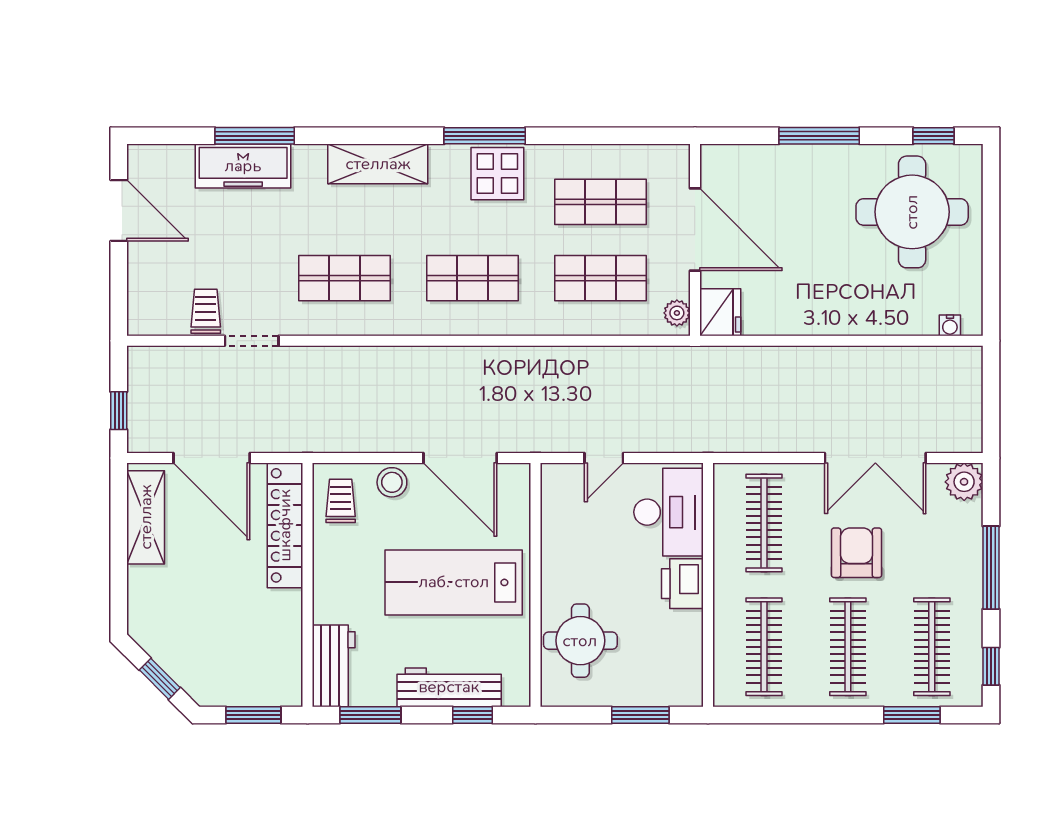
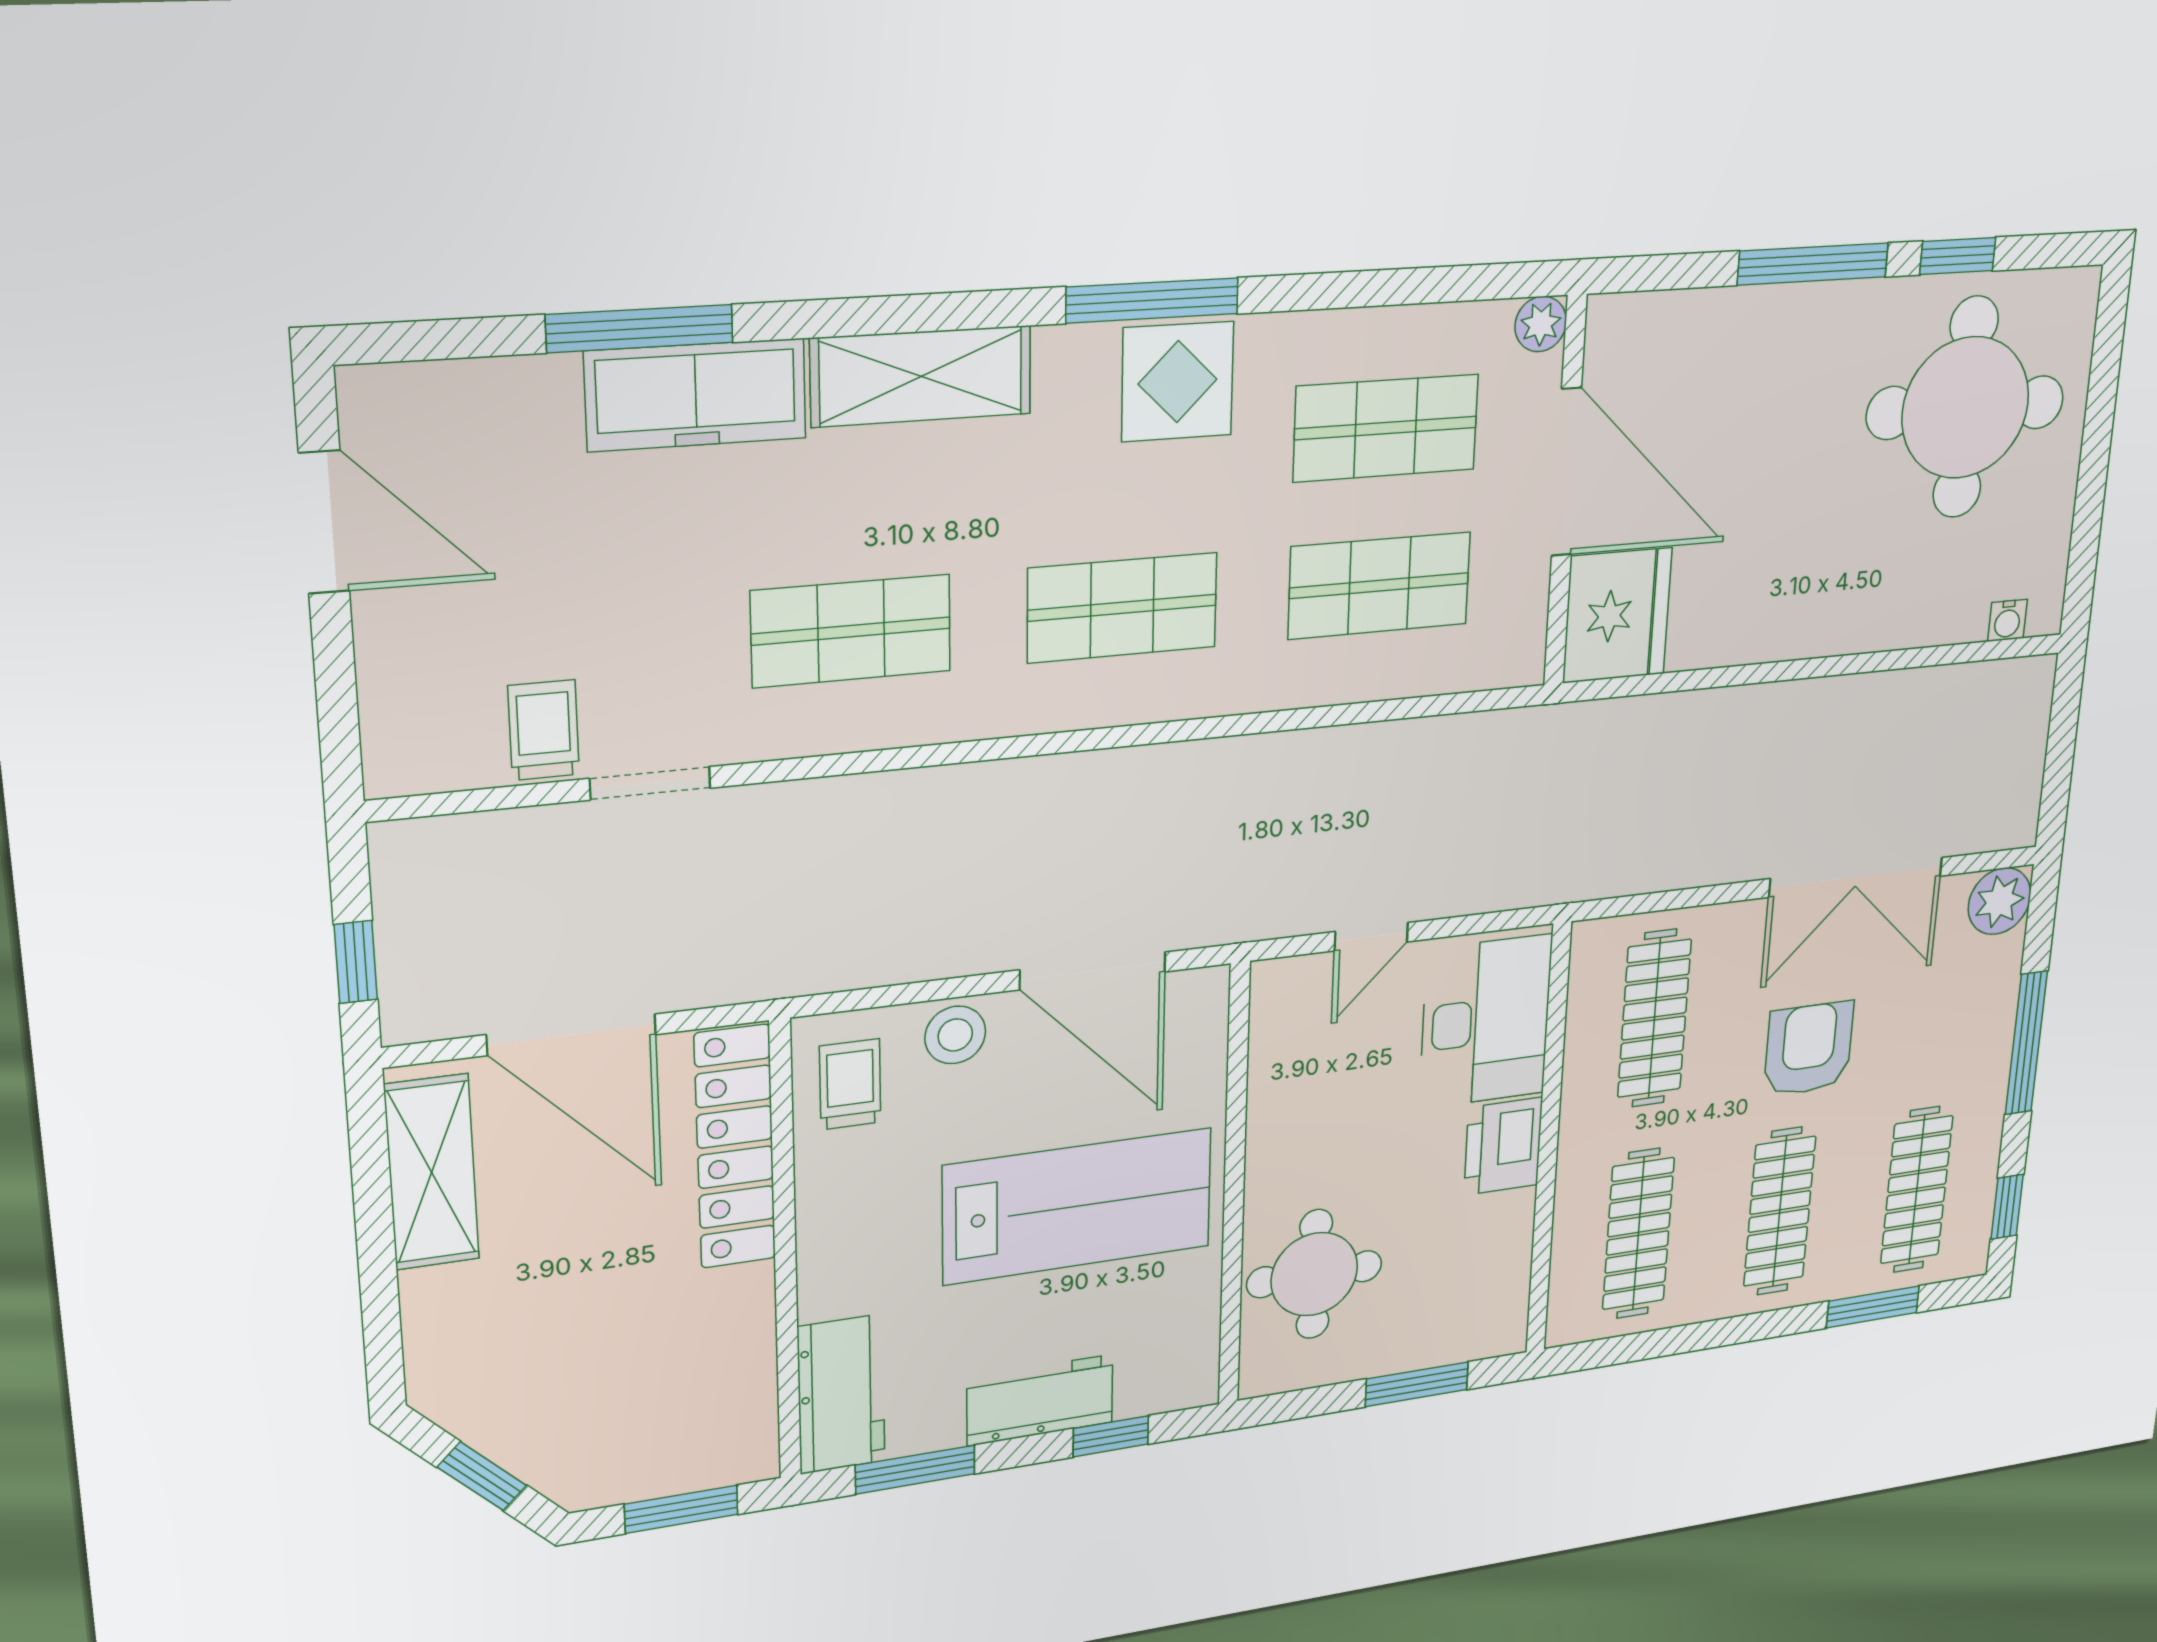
window: (933, 136) -> (1958, 256), moved
freezer: (243, 166) -> (696, 395), moved
fridge: (720, 312) -> (1617, 615), width x1.36, depth x1.34
plant: (677, 313) -> (1541, 324), moved
lab bench: (454, 582) -> (1078, 1206), turned 180
workbench: (449, 687) -> (1040, 1400), width x0.73

